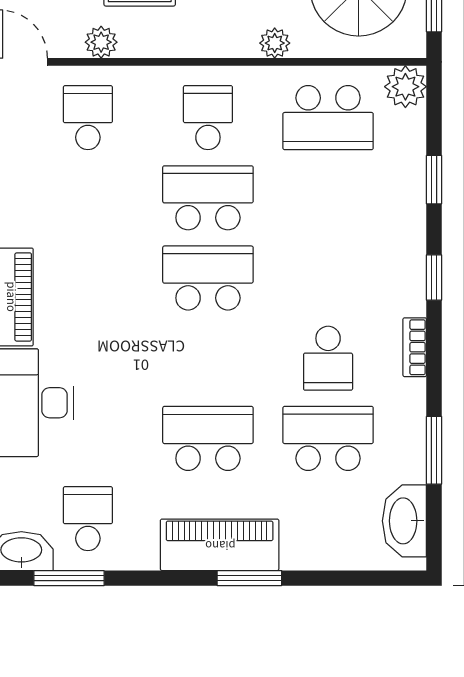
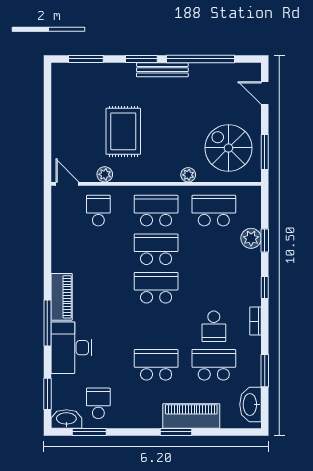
plant: (405, 87) -> (251, 238), moved
school desk: (208, 118) -> (156, 211), width x1.85
school desk: (328, 118) -> (214, 211), turned 180
piano: (220, 545) -> (191, 416), moved

